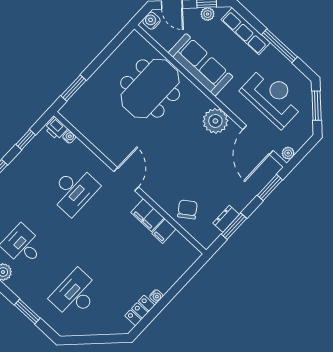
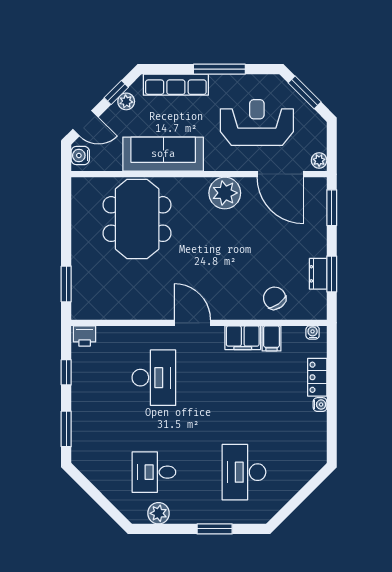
water cooler: (69, 137) -> (313, 332), moved
locker: (140, 311) -> (317, 377), moved

